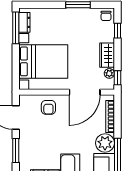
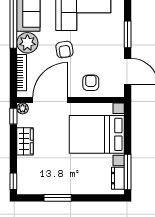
chair: (106, 16) -> (26, 185), removed
window: (117, 31) -> (13, 181), moved
plant: (109, 73) -> (23, 108), moved
armchair: (72, 137) -> (64, 50), added

